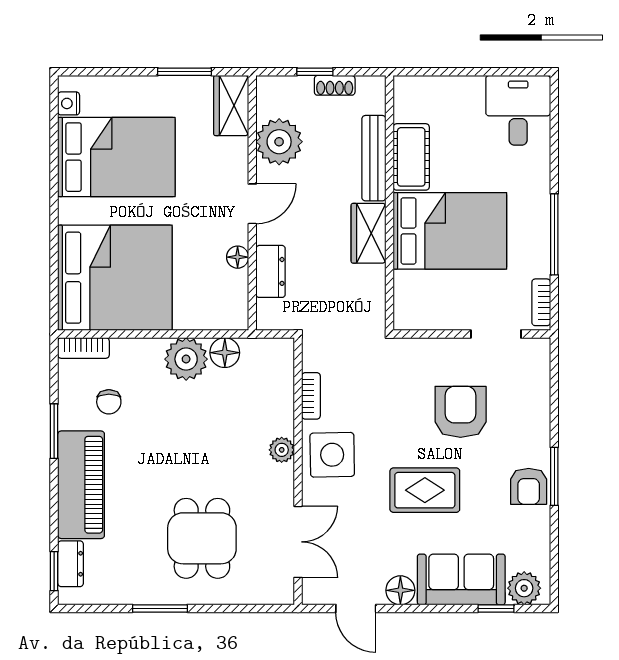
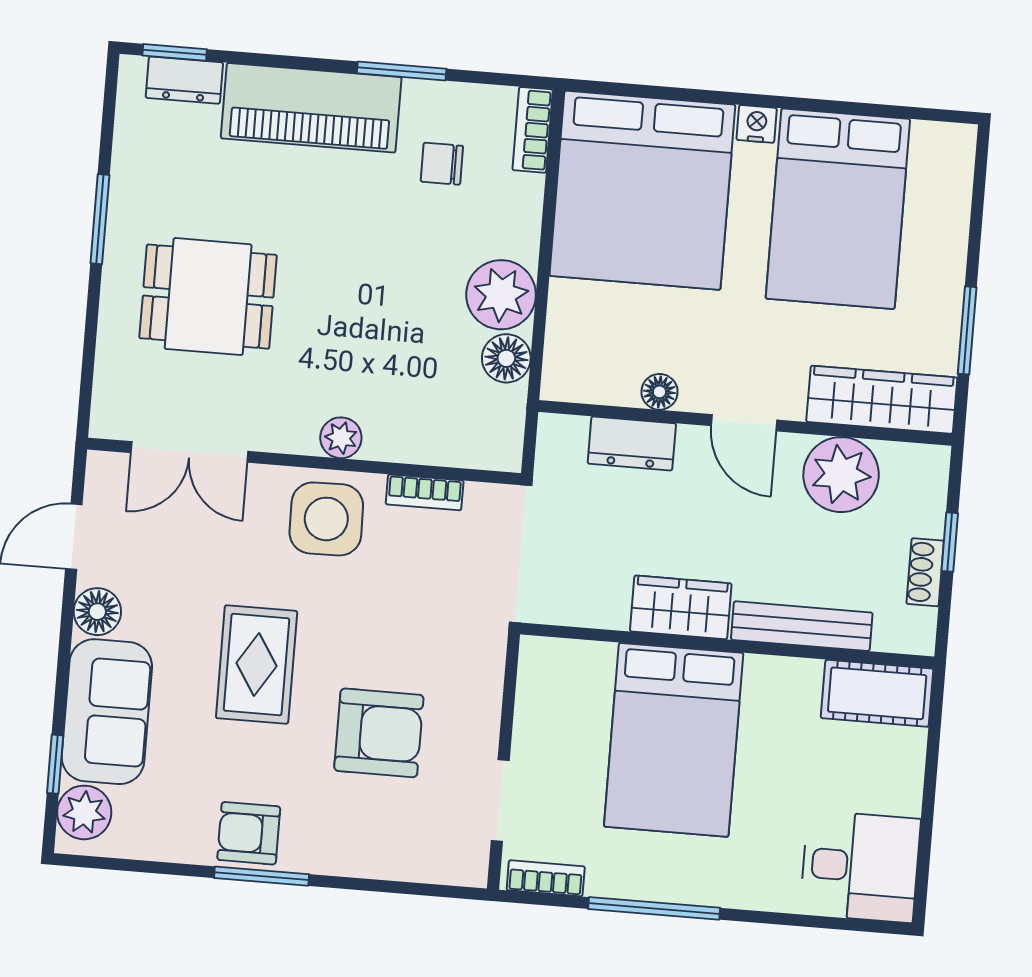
nightstand: (69, 103) -> (757, 124), moved
wardrobe: (231, 106) -> (882, 400), width x1.50
cot: (411, 157) -> (877, 693), moved

